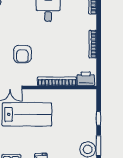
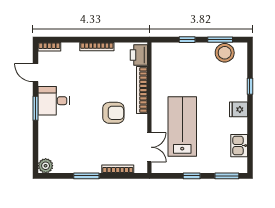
armchair: (22, 54) -> (113, 113), moved

